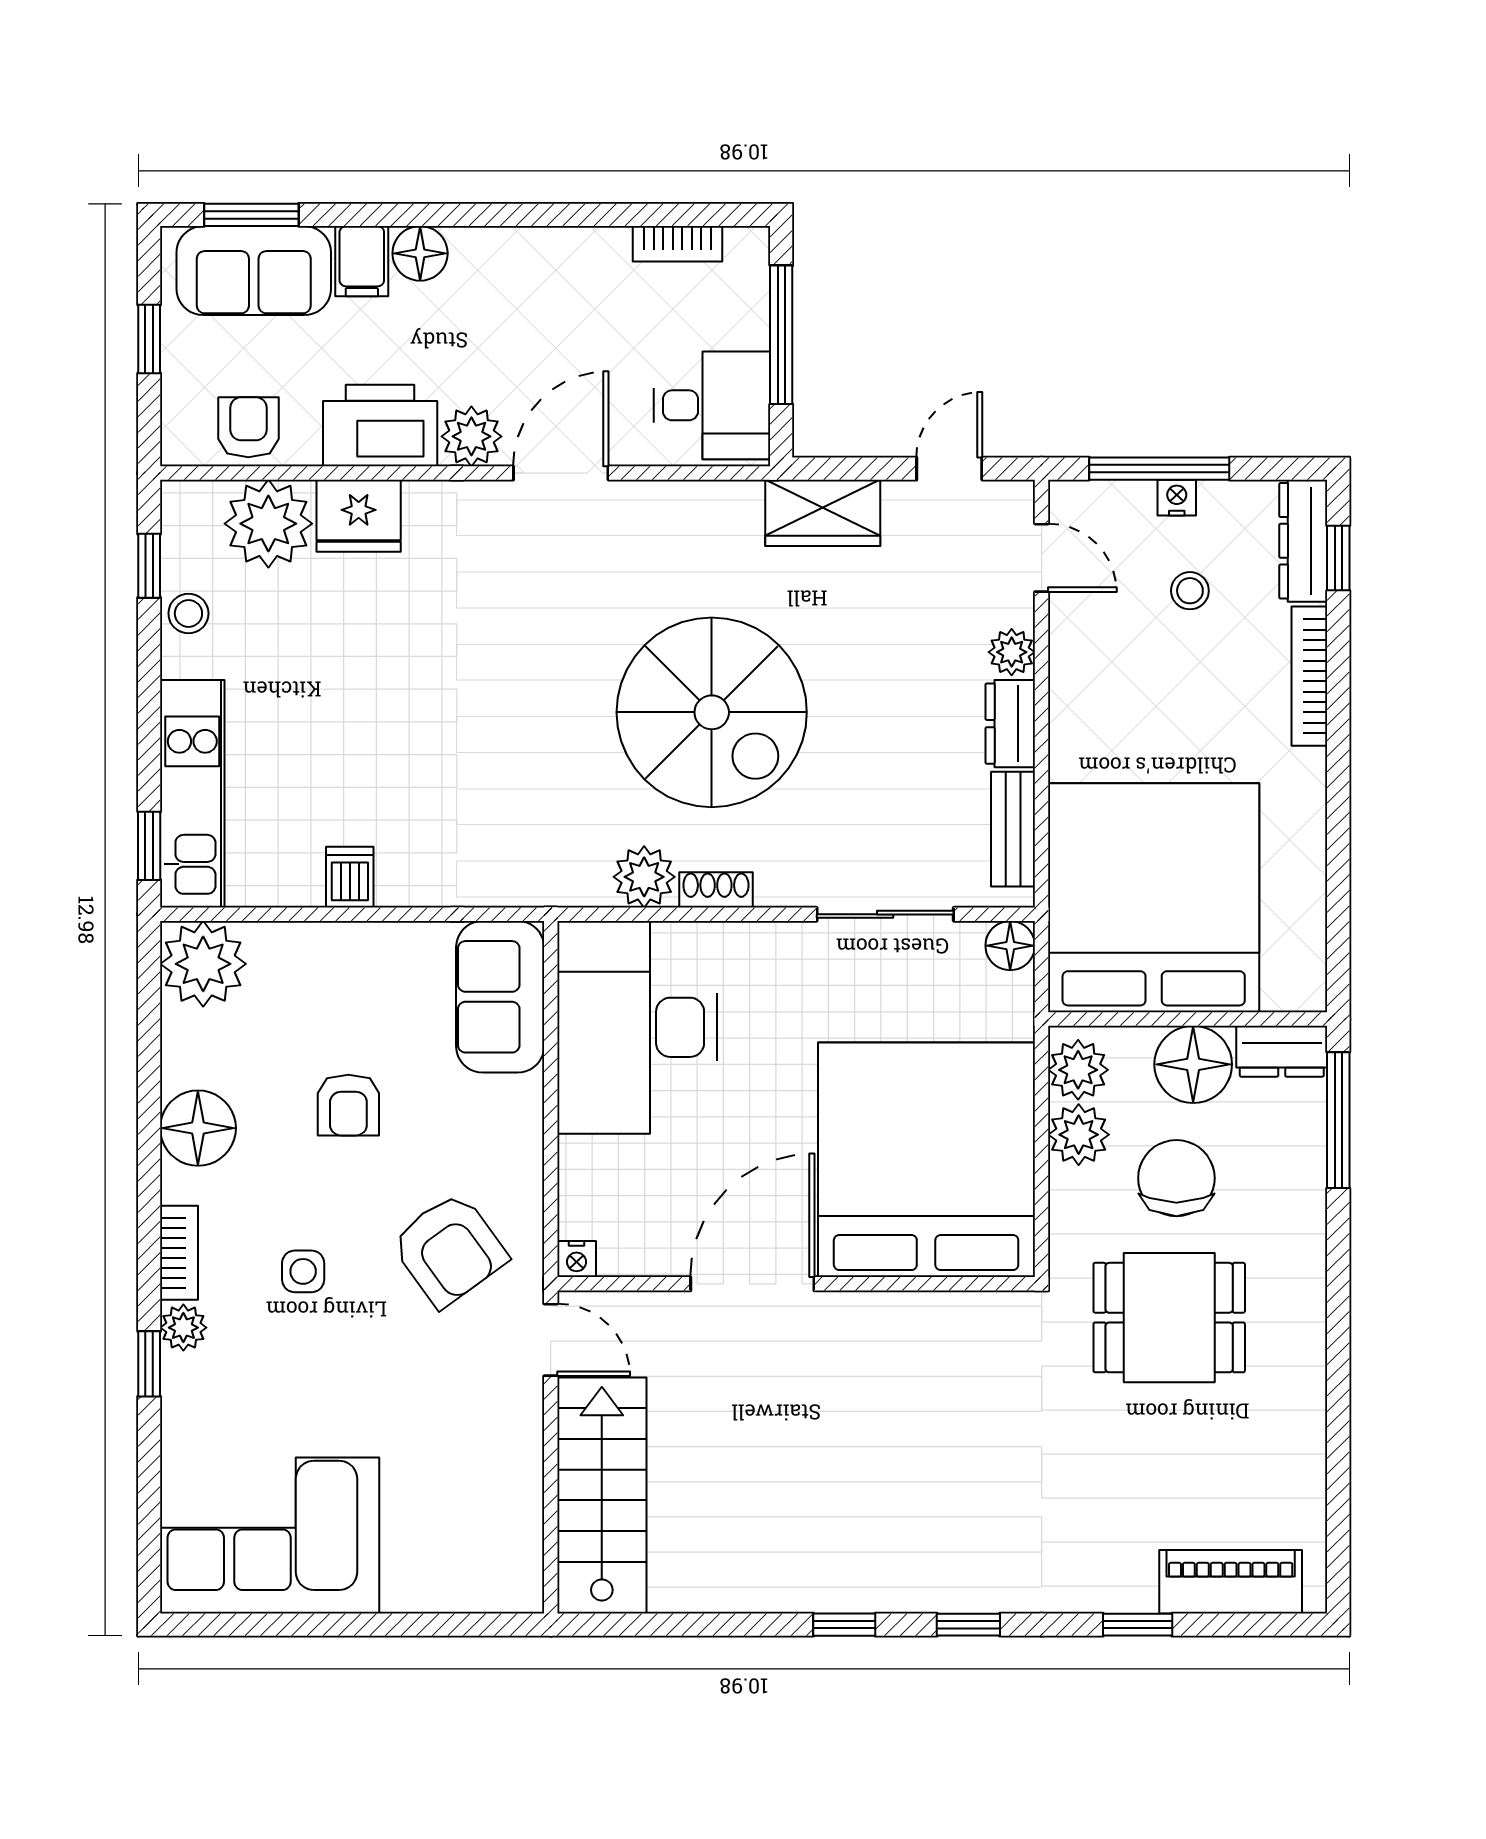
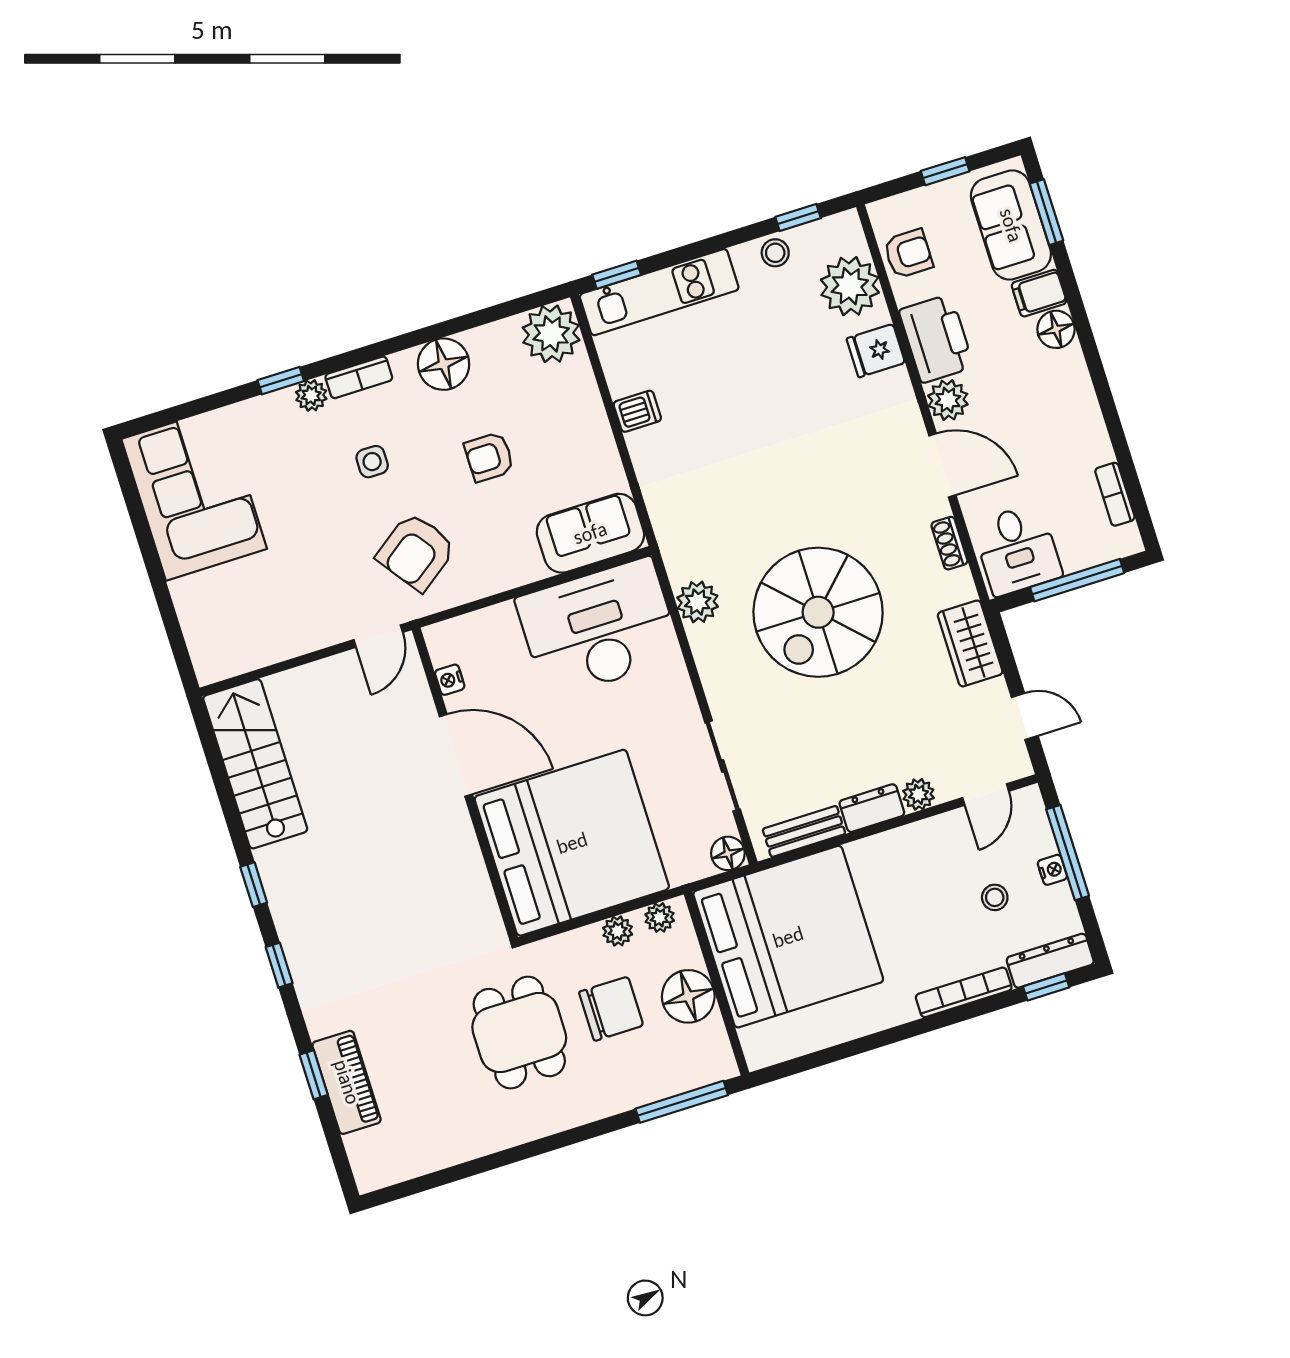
fridge: (359, 516) -> (876, 351), width x0.72
shoe rack: (716, 890) -> (949, 543), moved, turned 180
dresser: (1282, 1051) -> (715, 1051), removed
plant: (1078, 1070) -> (660, 918), width x0.73, depth x0.73
plant: (1079, 1135) -> (618, 931), width x0.73, depth x0.73
nightstand: (577, 1259) -> (450, 680), moved
stairs: (602, 1496) -> (255, 764), moved, turned -90
piano: (1231, 1582) -> (347, 1082), moved

